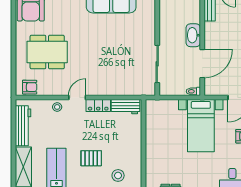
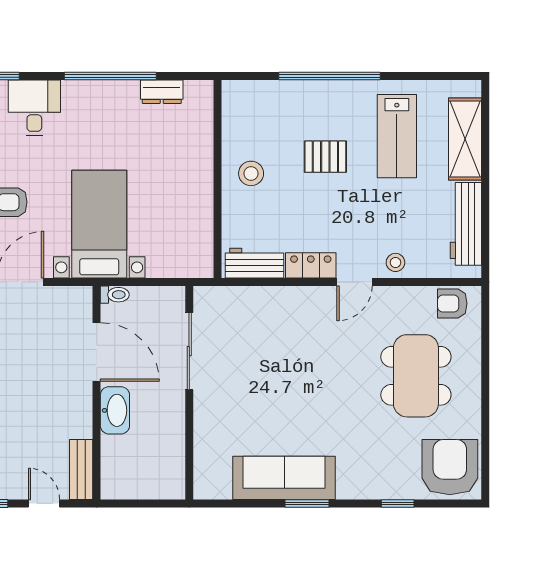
dining table: (47, 52) -> (416, 376), turned 90
door: (202, 64) -> (97, 352), swing flipped
stool: (118, 175) -> (251, 173), moved

